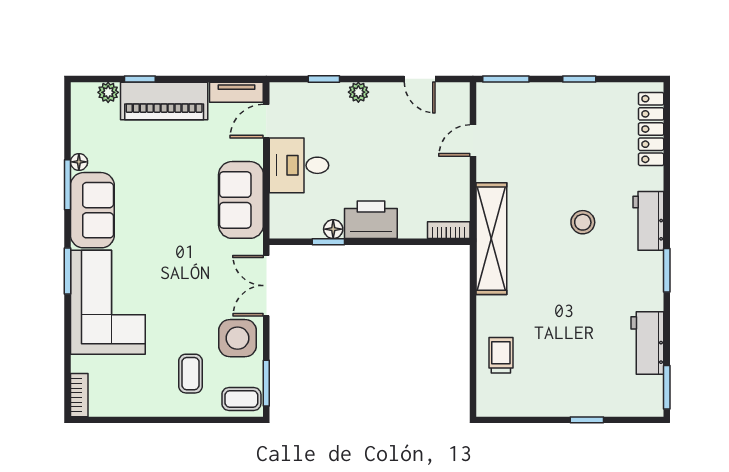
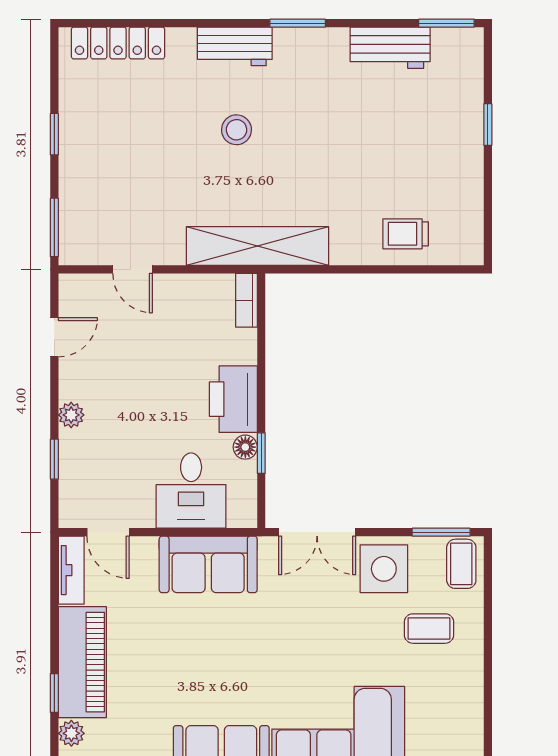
desk: (299, 165) -> (191, 491), moved

